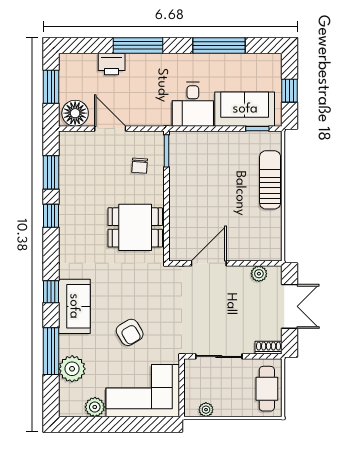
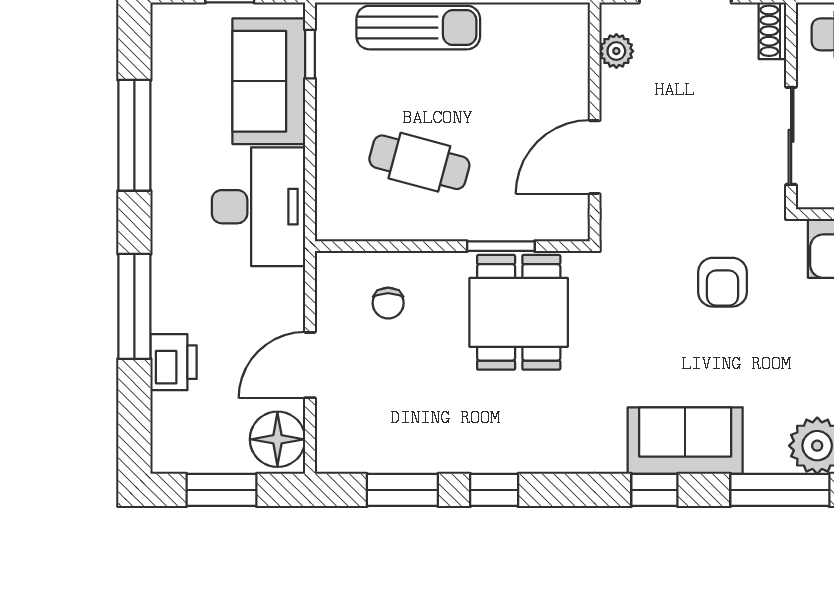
desk: (193, 104) -> (258, 207), width x1.37
window: (167, 151) -> (501, 246), moved
chair: (140, 166) -> (388, 303), turned 86
cafe table: (206, 180) -> (419, 162), added
sun lounger: (270, 180) -> (418, 28), turned 180
door: (209, 263) -> (595, 157), hinge flipped
armchair: (130, 332) -> (723, 282), moved, turned 121

